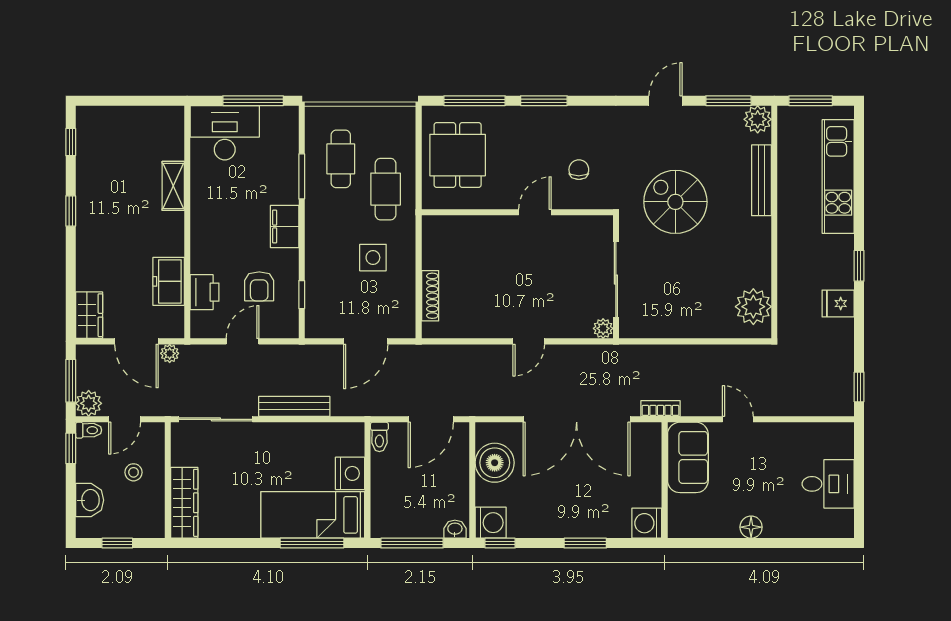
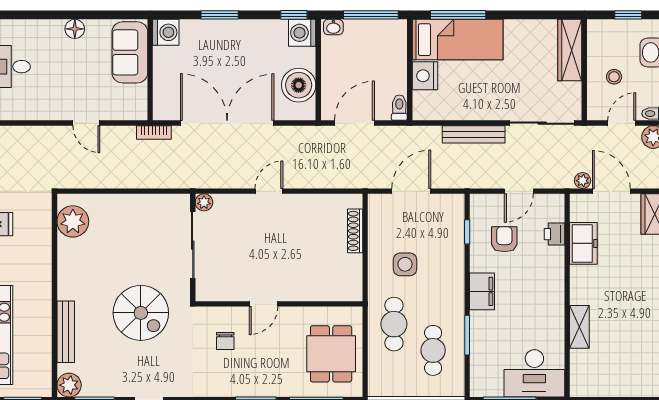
printer: (204, 292) -> (555, 234), width x0.73, depth x0.81
sofa: (688, 457) -> (130, 52), moved

